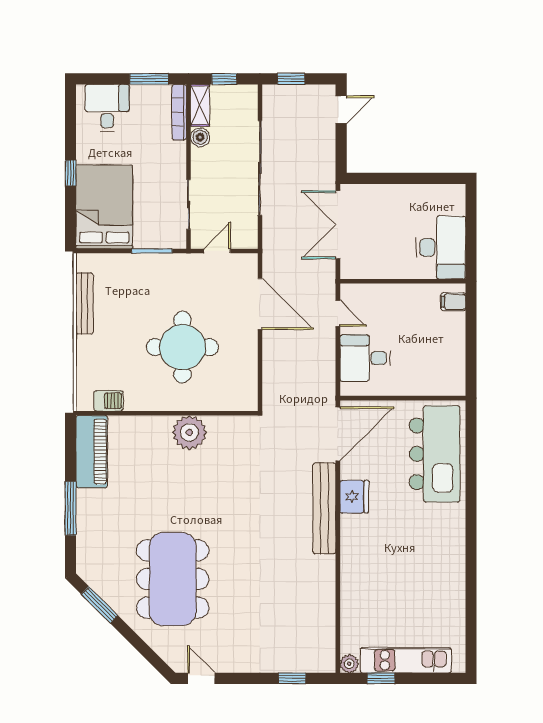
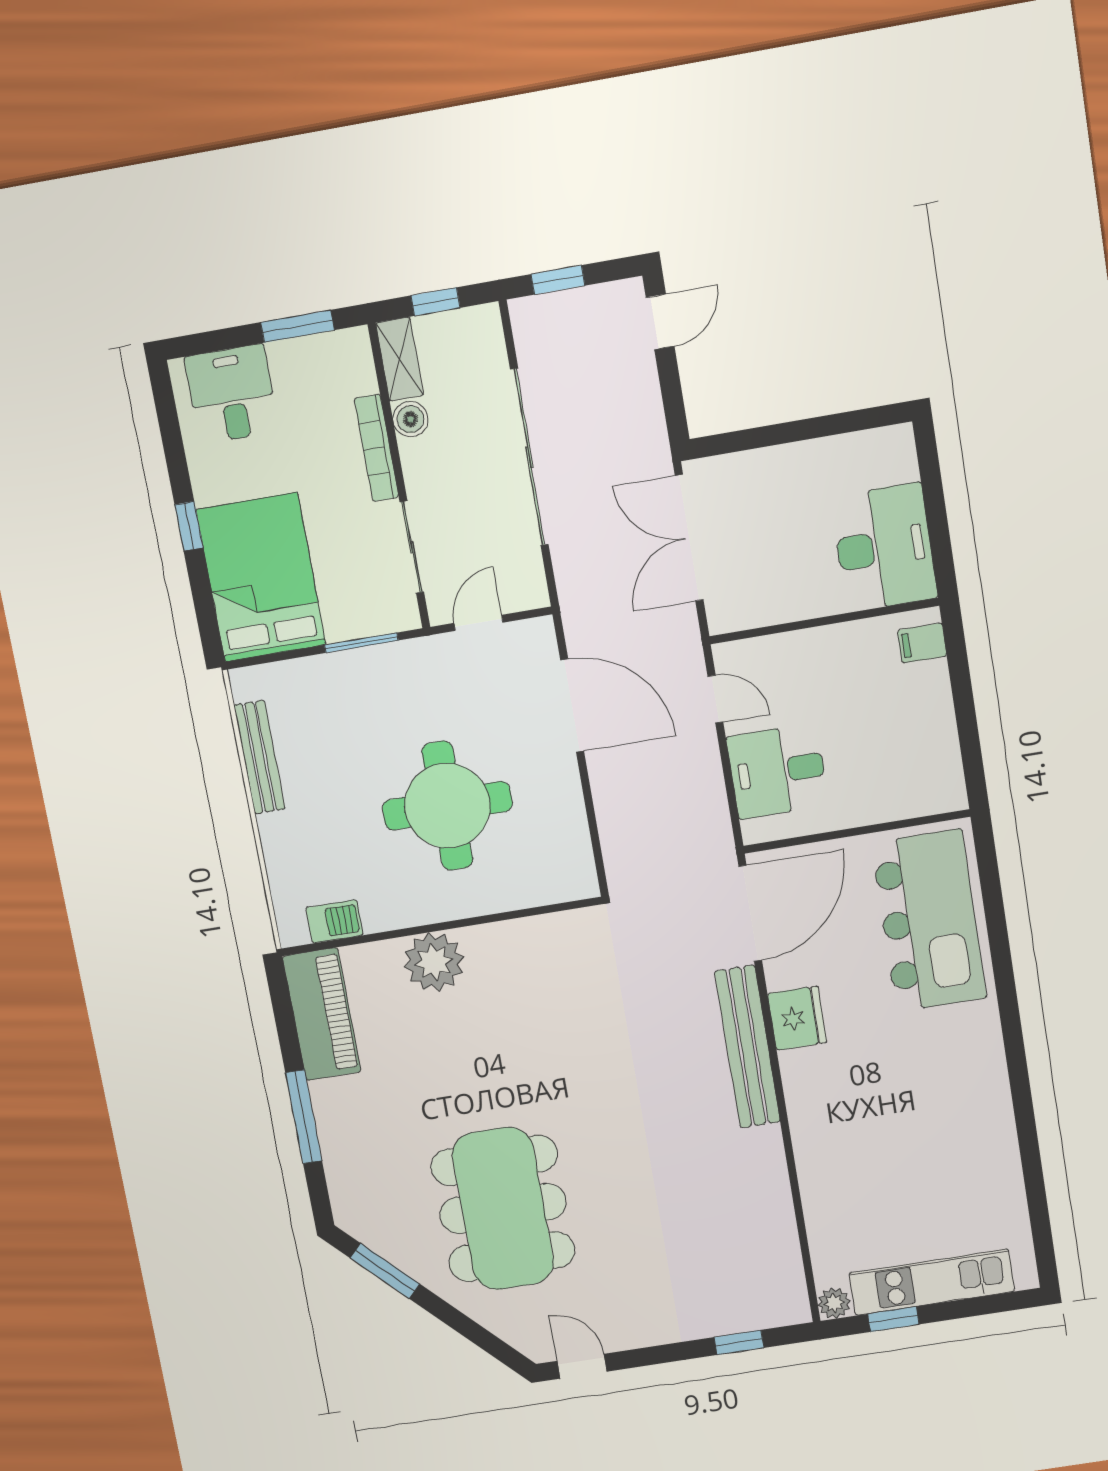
bookcase: (179, 112) -> (376, 448), moved
plant: (189, 432) -> (434, 962), moved

